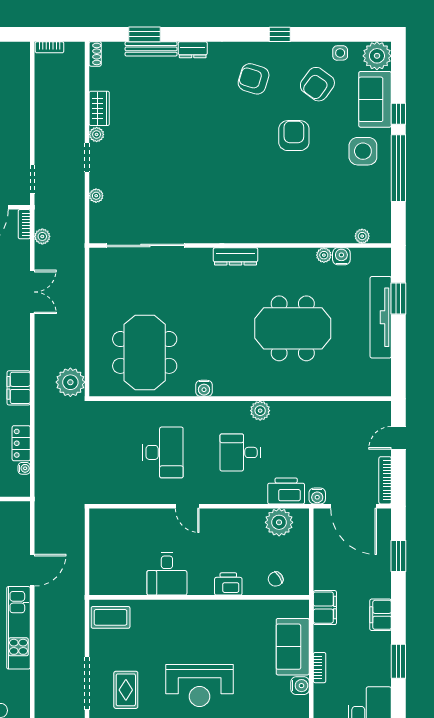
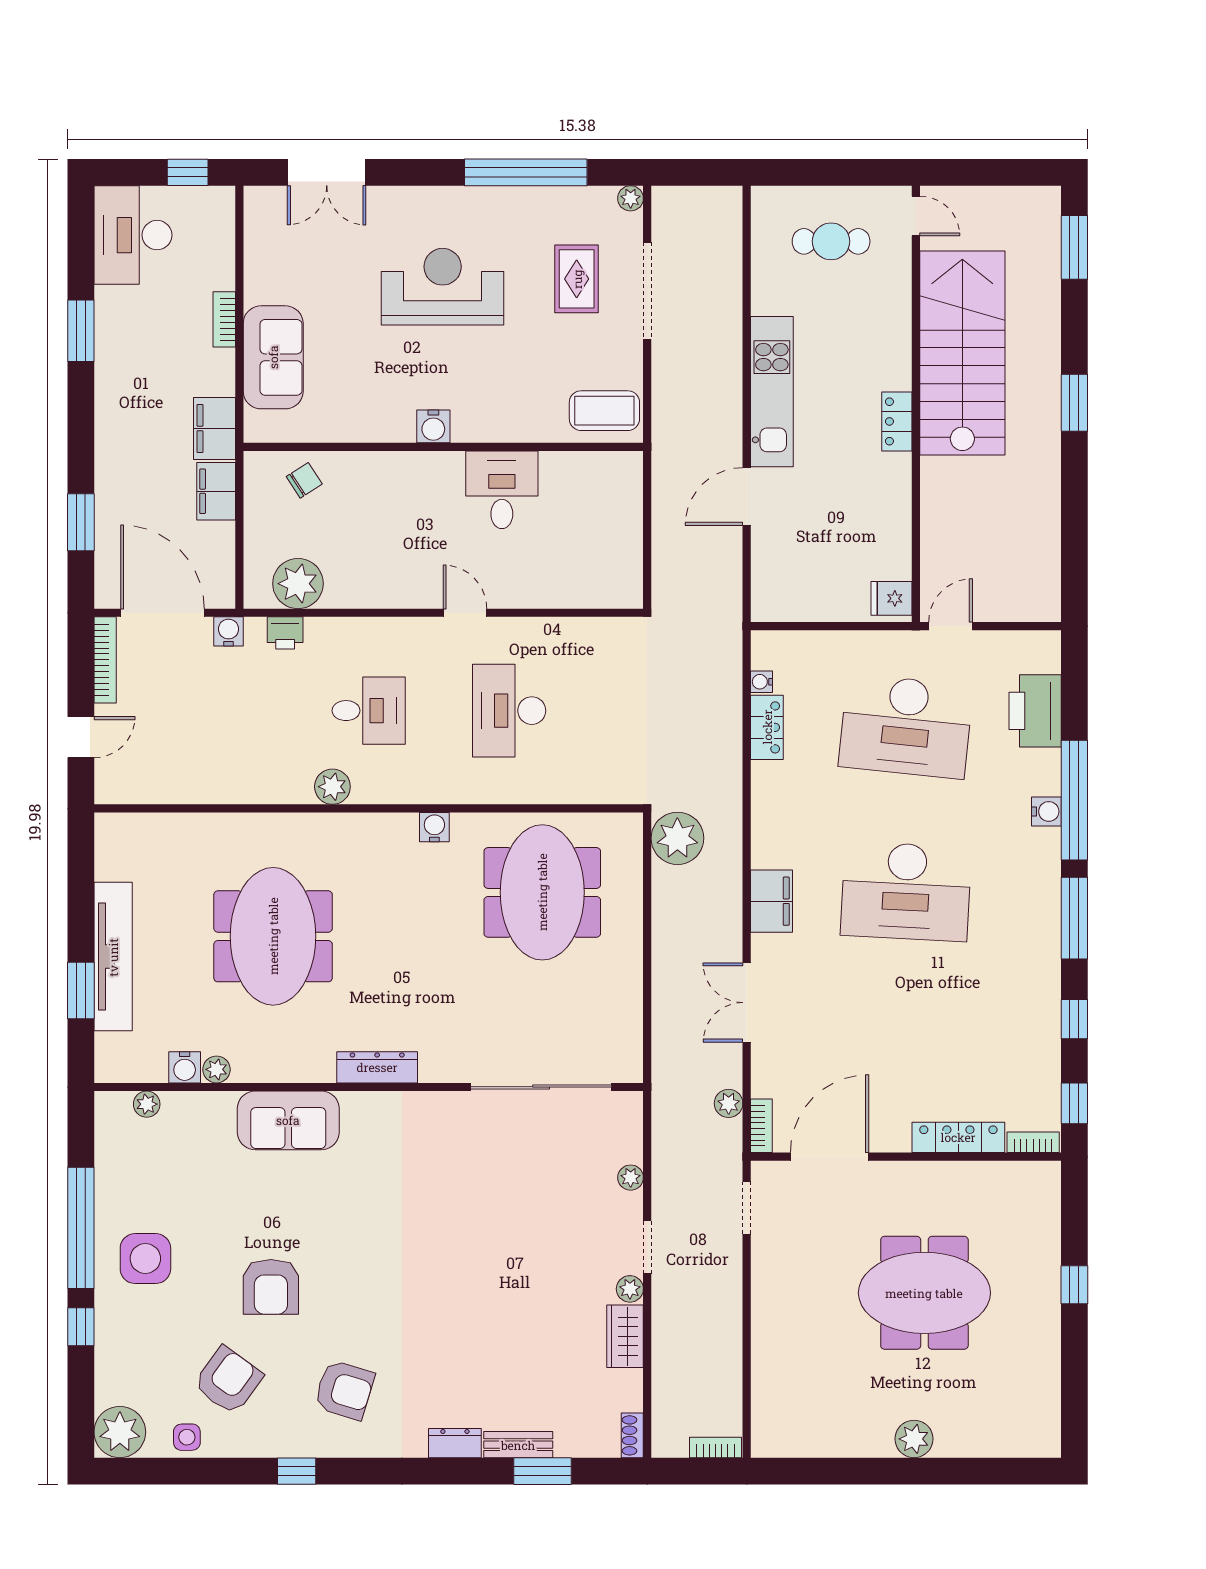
bench: (151, 49) -> (518, 1445), width x0.73
sofa: (375, 99) -> (288, 1120), moved, turned 90
meeting table: (293, 328) -> (273, 936), turned 90
filing cabinet: (19, 388) -> (772, 901), moved
printer: (286, 491) -> (285, 633), width x0.53, depth x0.68
printer: (228, 584) -> (390, 471), removed
filing cabinet: (381, 615) -> (216, 491), moved, turned 180
water cooler: (300, 686) -> (433, 426), moved, turned -90

